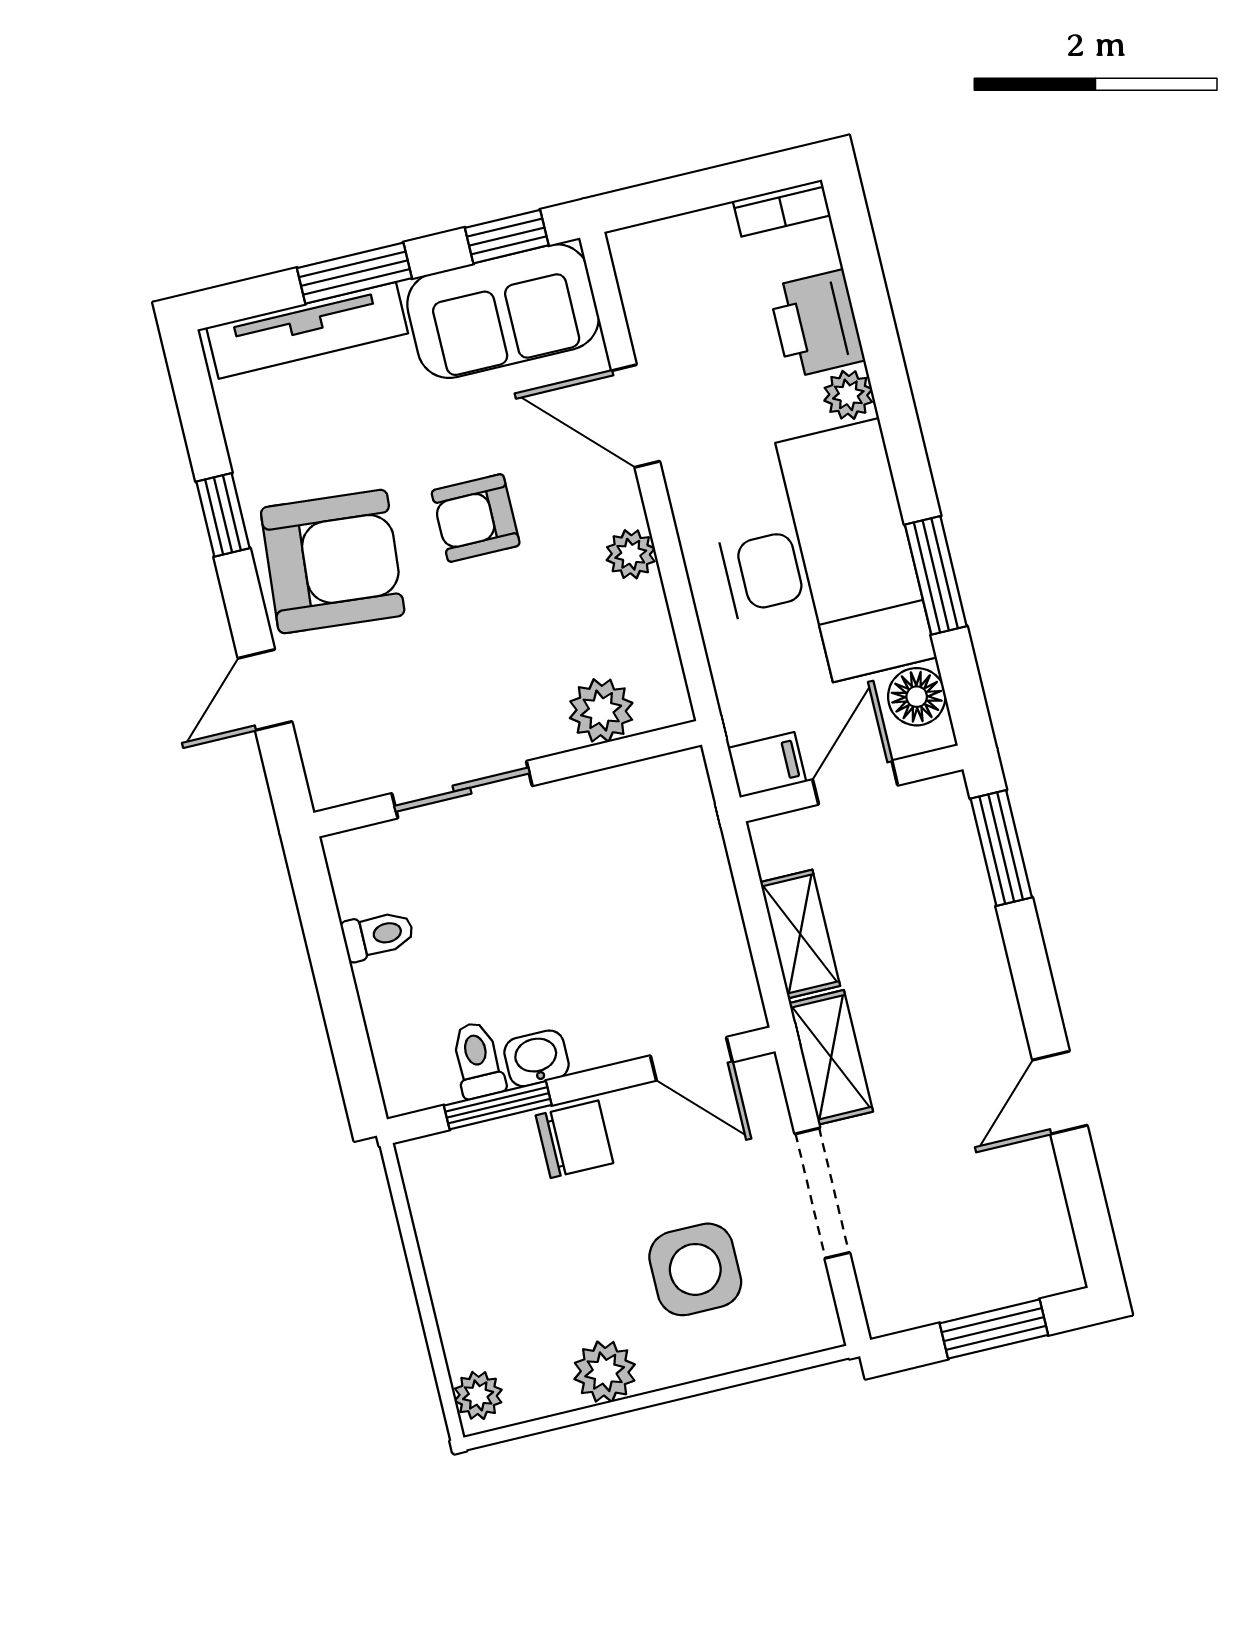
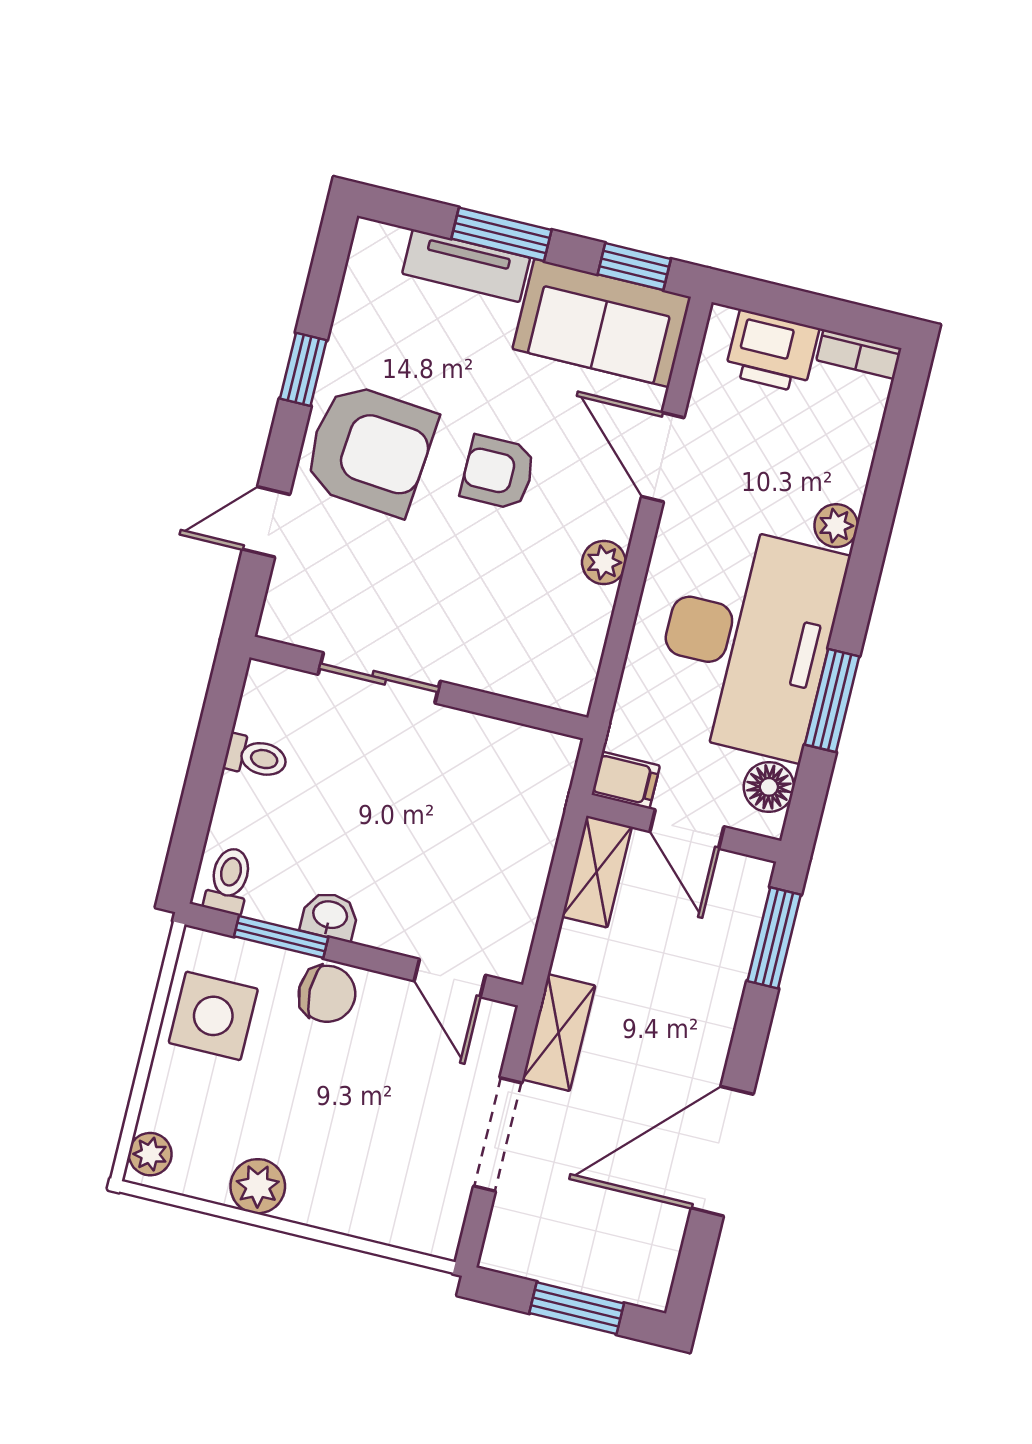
printer: (817, 324) -> (772, 351), moved, turned -90
tv unit: (307, 330) -> (466, 266), width x0.71
plant: (601, 711) -> (519, 672), removed
door: (855, 783) -> (687, 829), swing flipped
shelving: (800, 934) -> (597, 872), moved
toilet: (478, 1060) -> (229, 880), moved
door: (1060, 1093) -> (722, 1151), width x1.88
side table: (695, 1269) -> (213, 1016), moved

